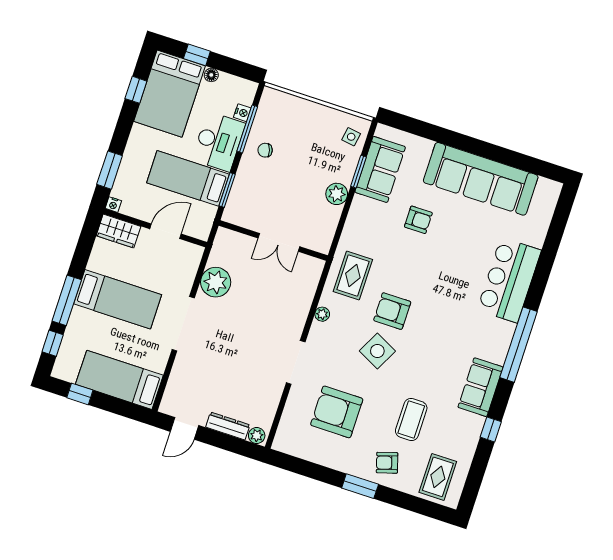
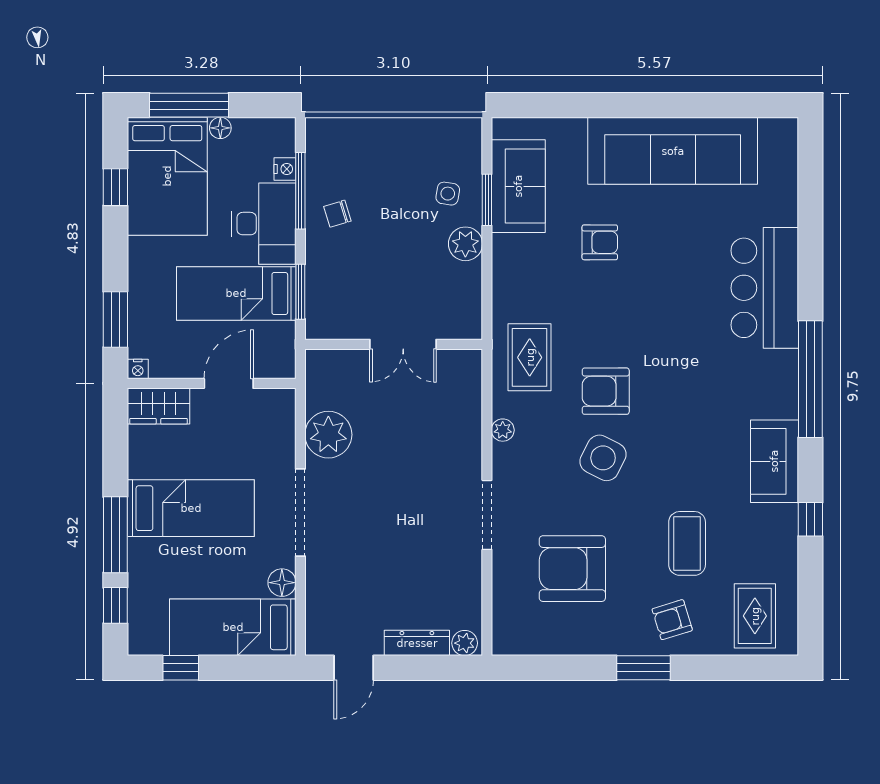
window: (197, 55) -> (189, 105), width x2.17
side table: (351, 137) -> (448, 194), moved
floor lamp: (158, 363) -> (282, 583), added

